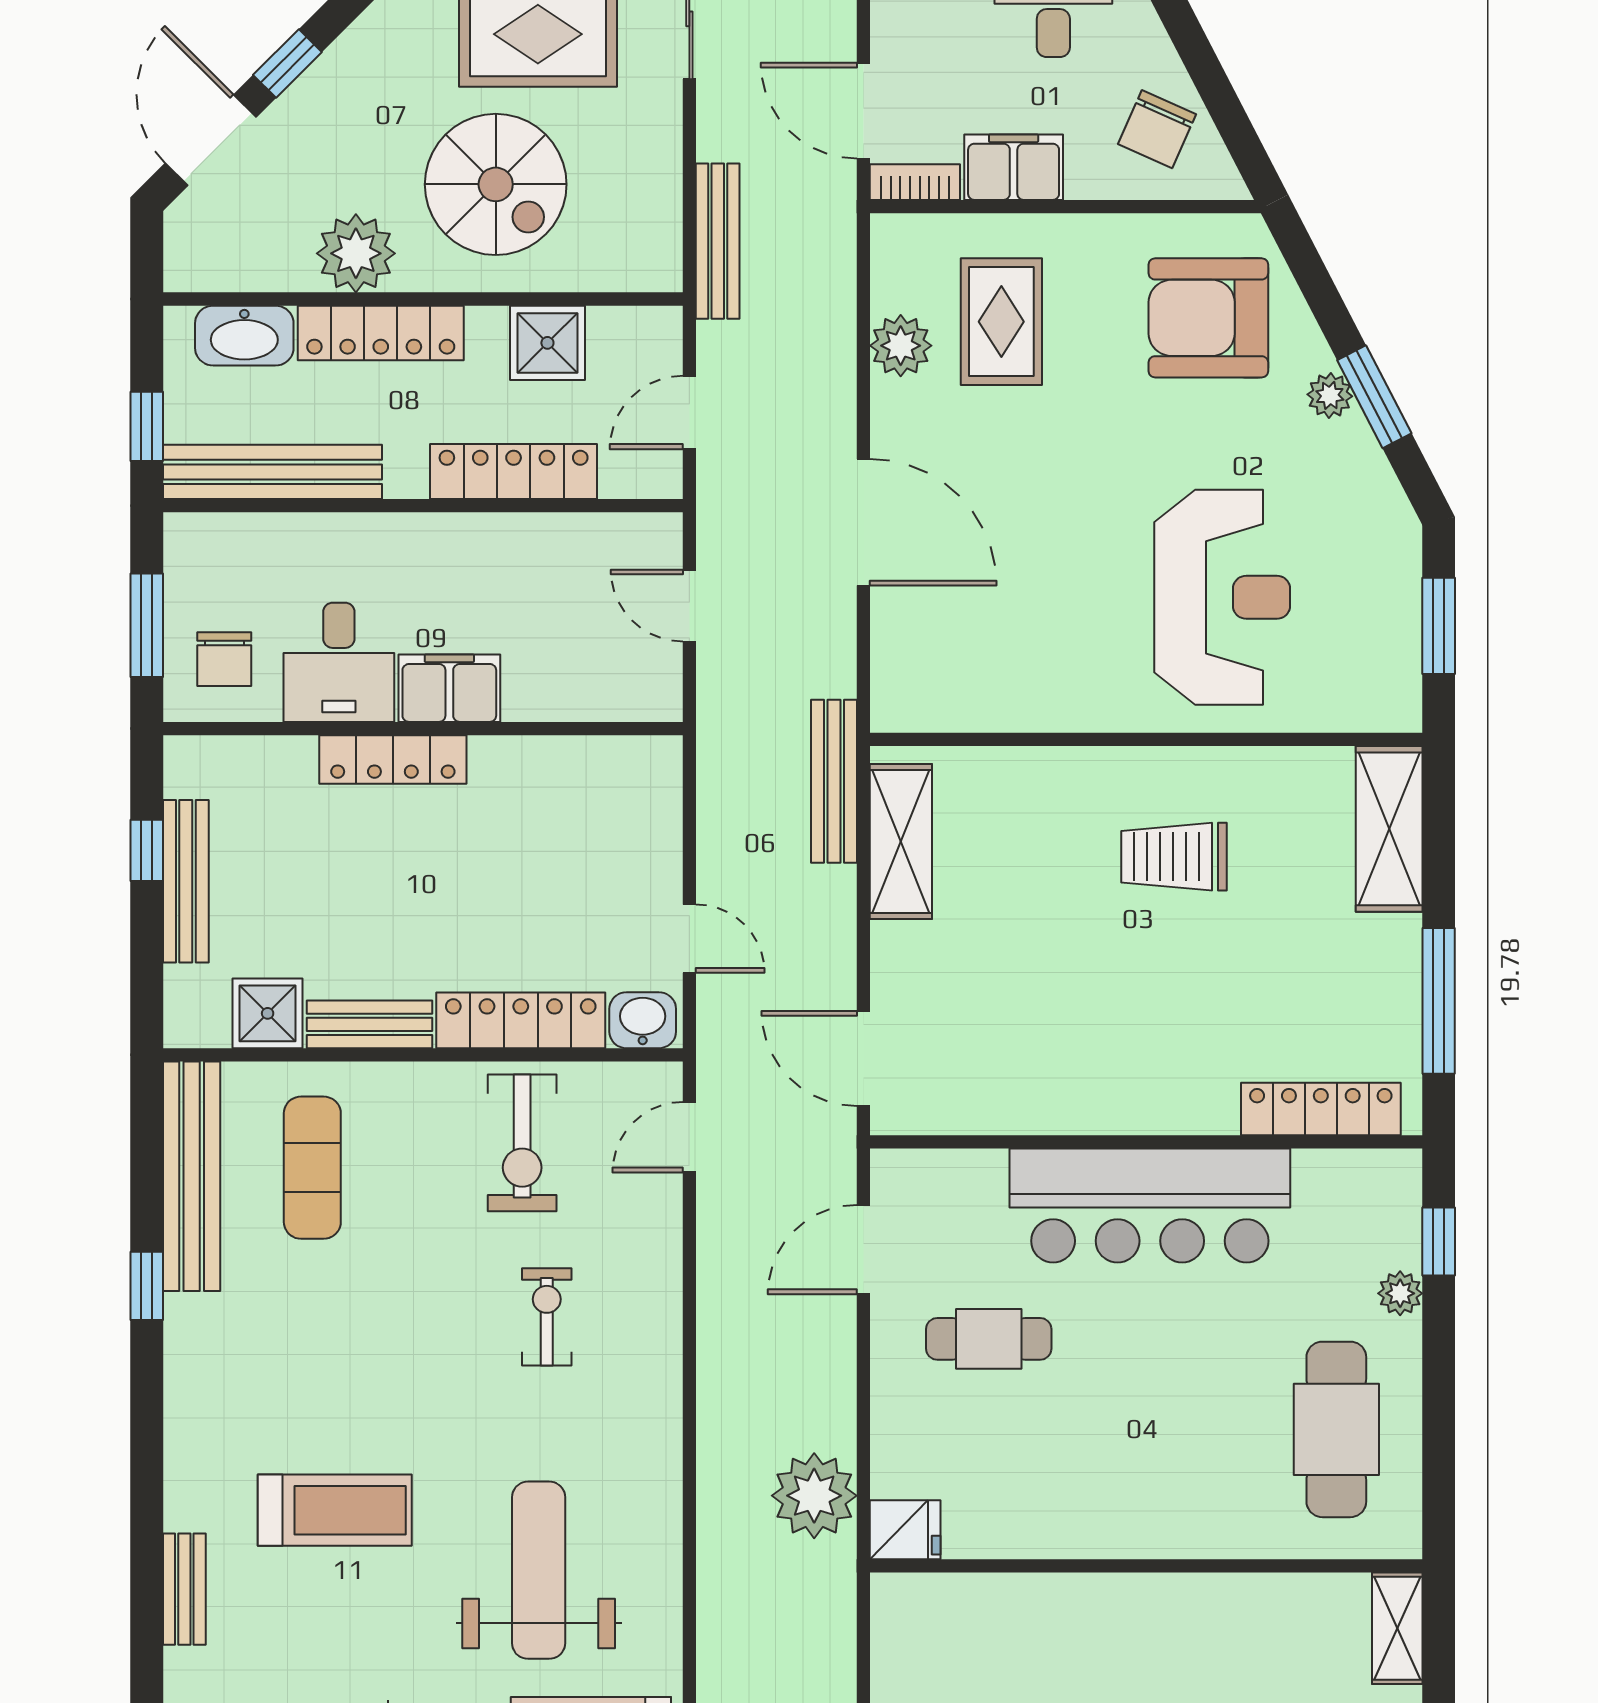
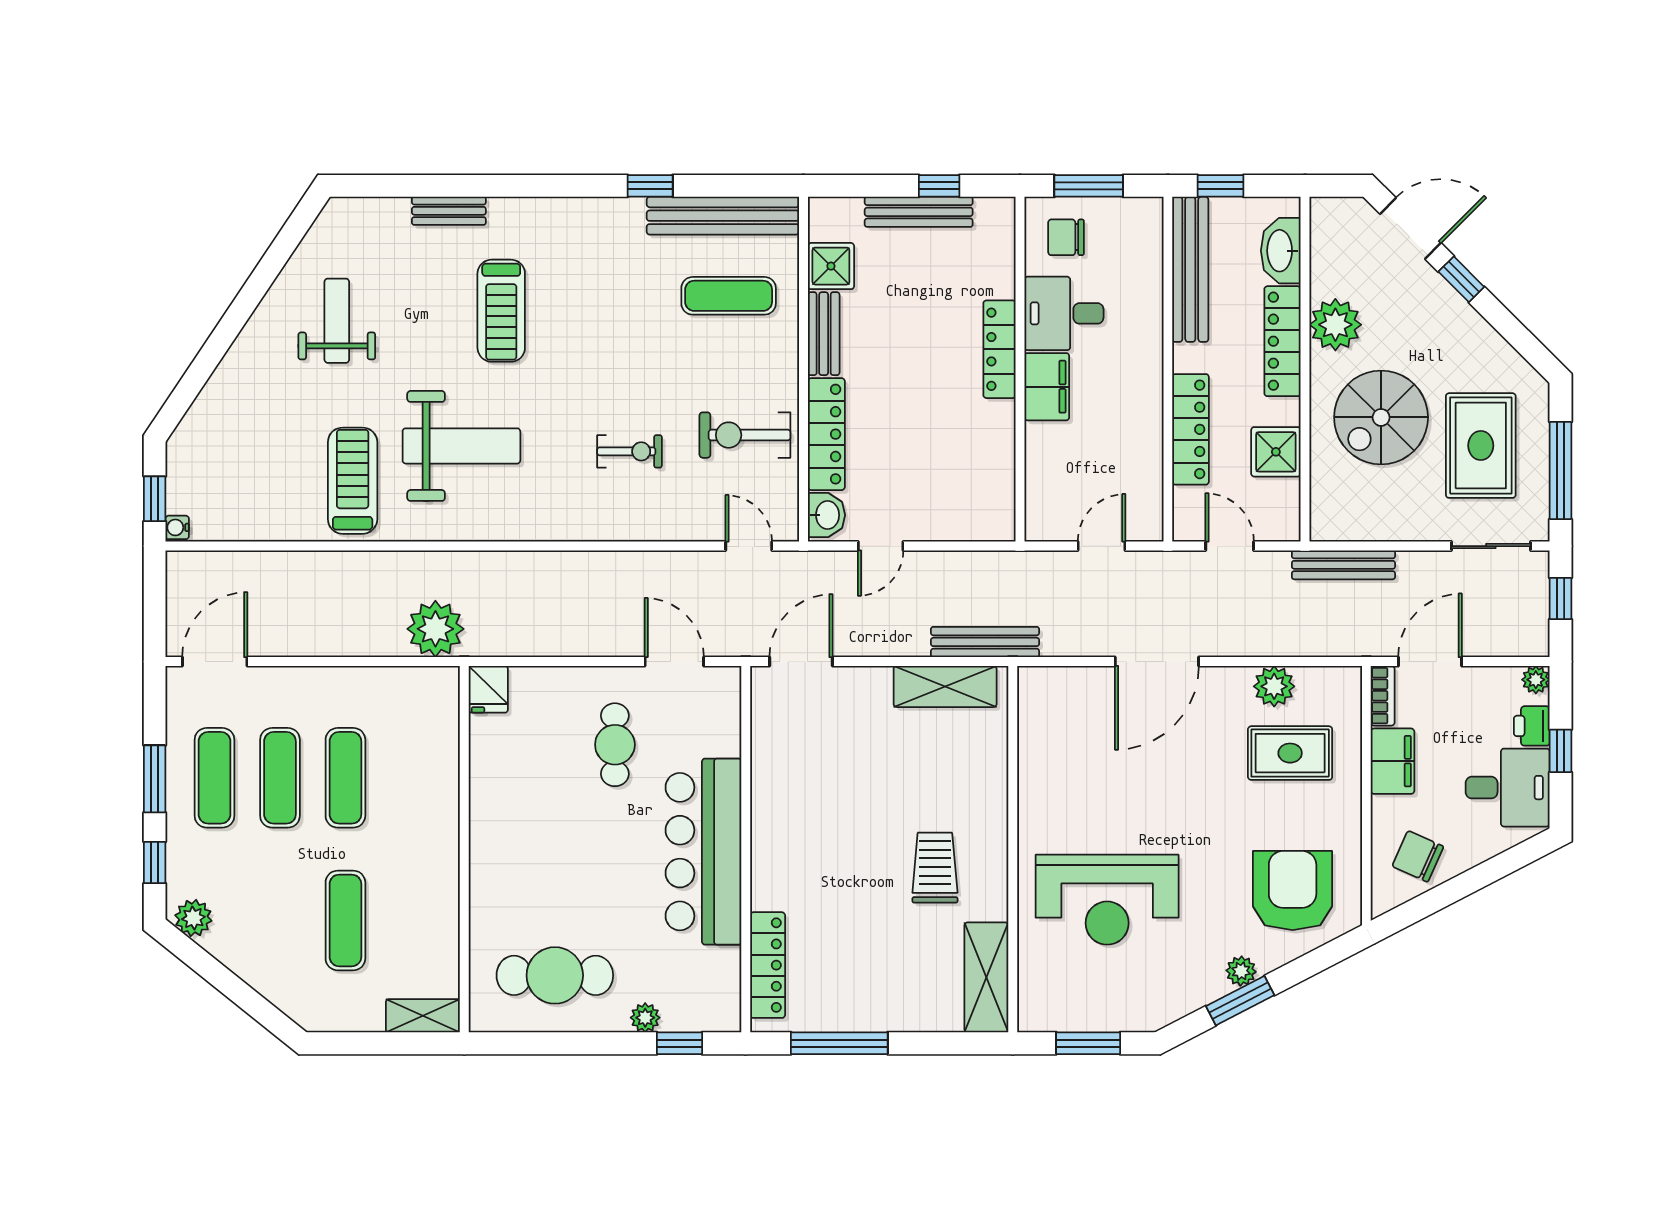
shelving: (1389, 829) -> (986, 977), moved, turned 90
plant: (814, 1496) -> (435, 629), moved

